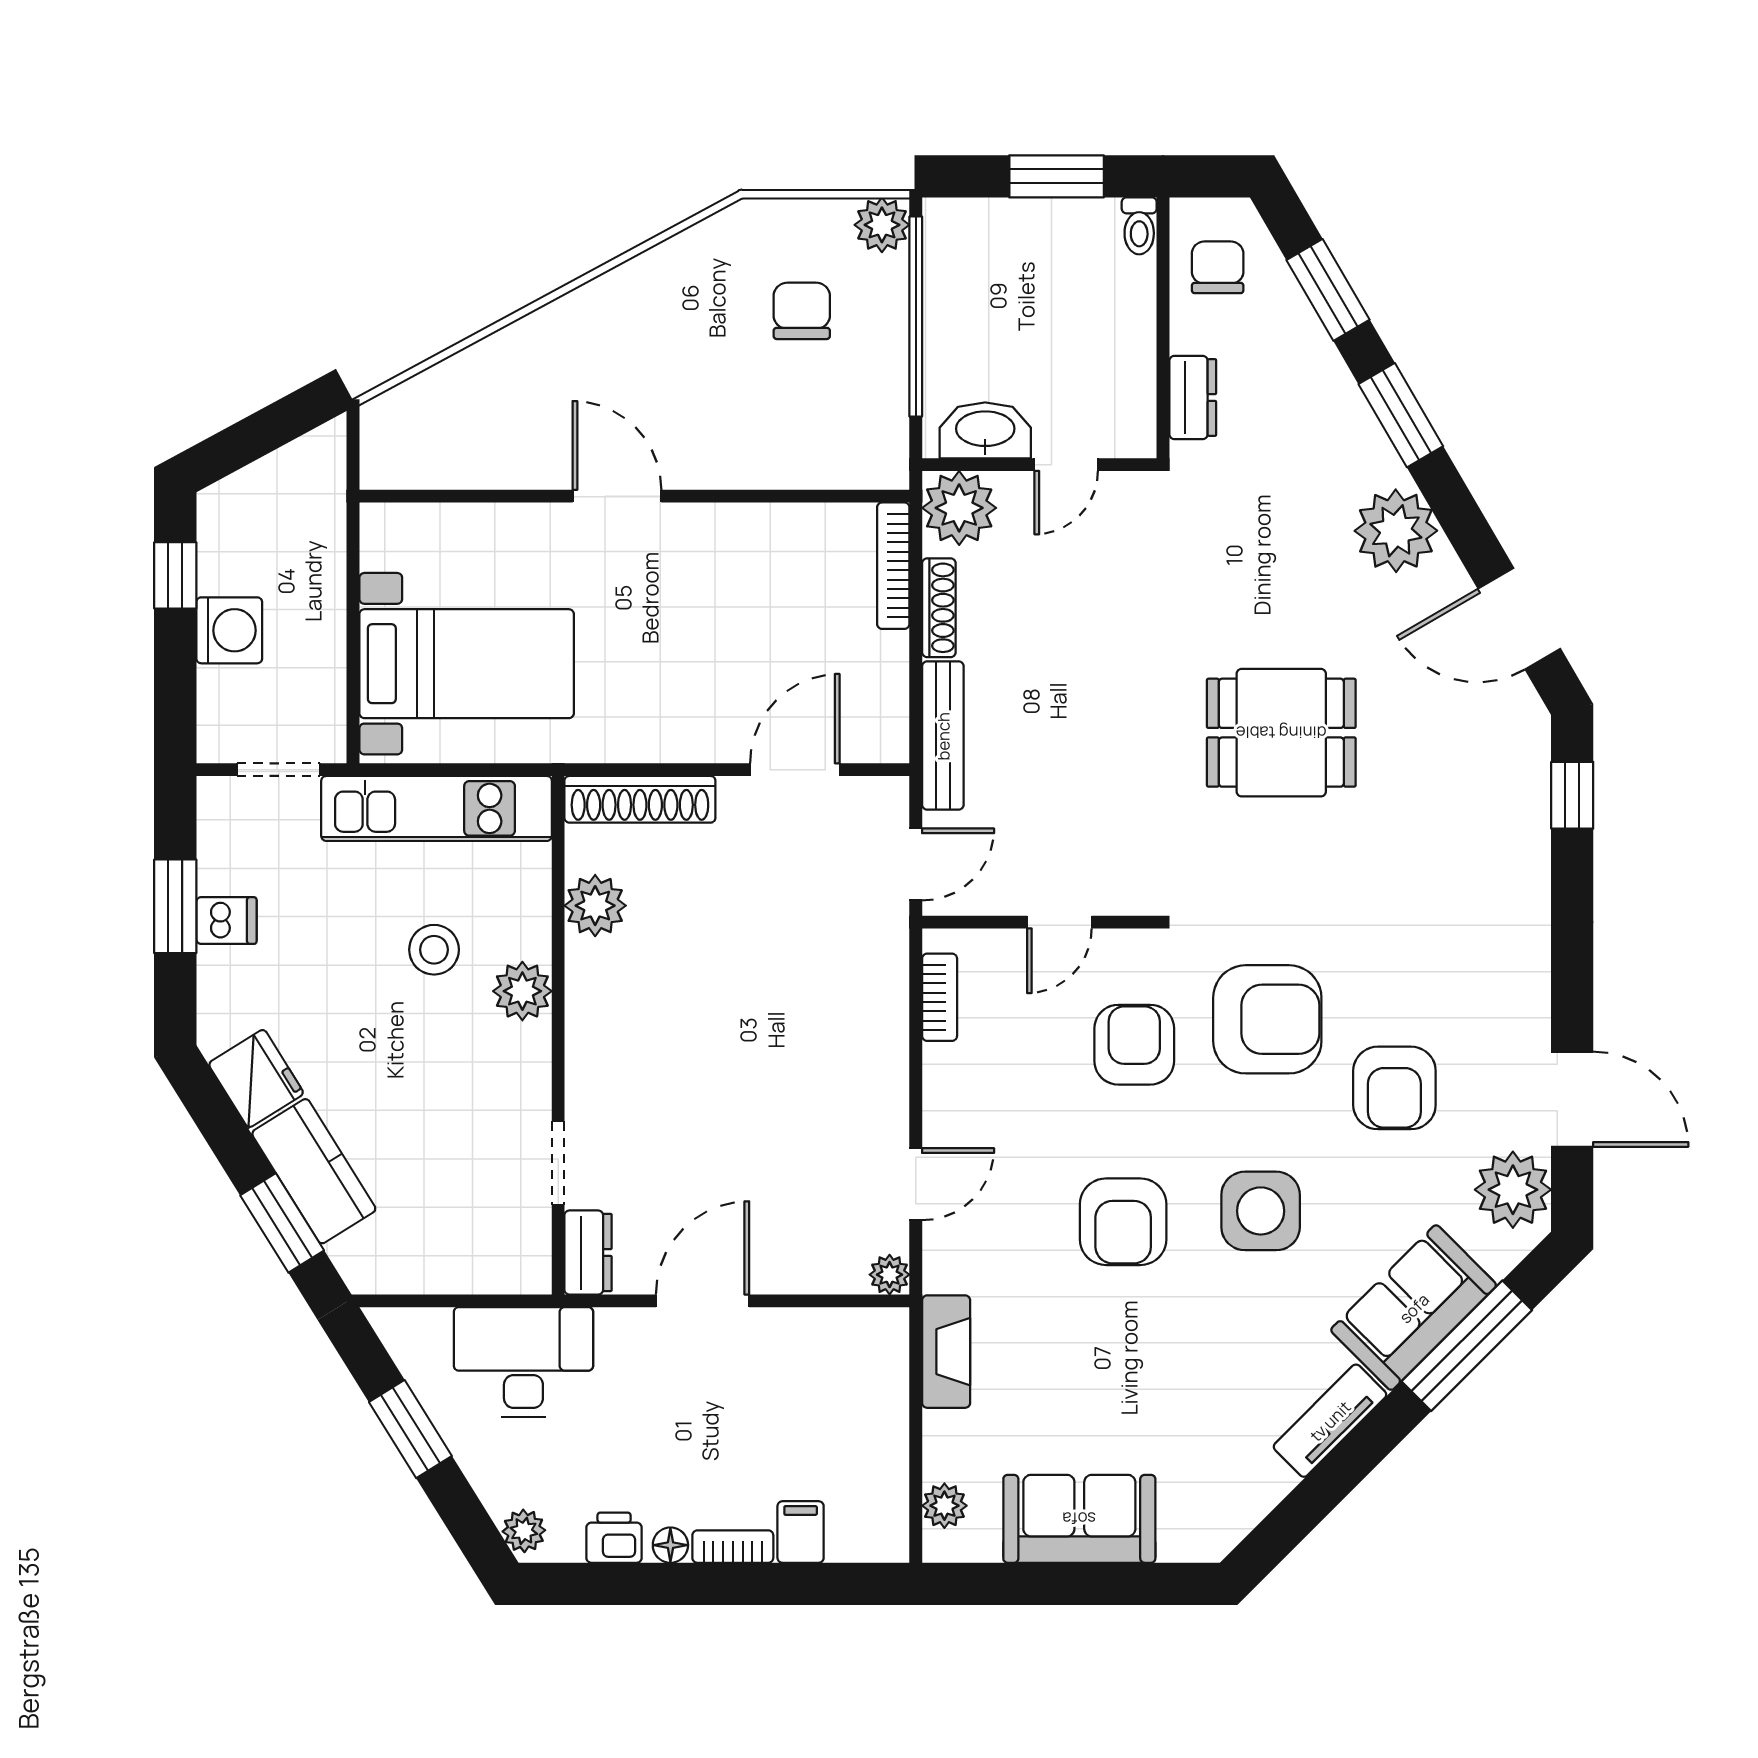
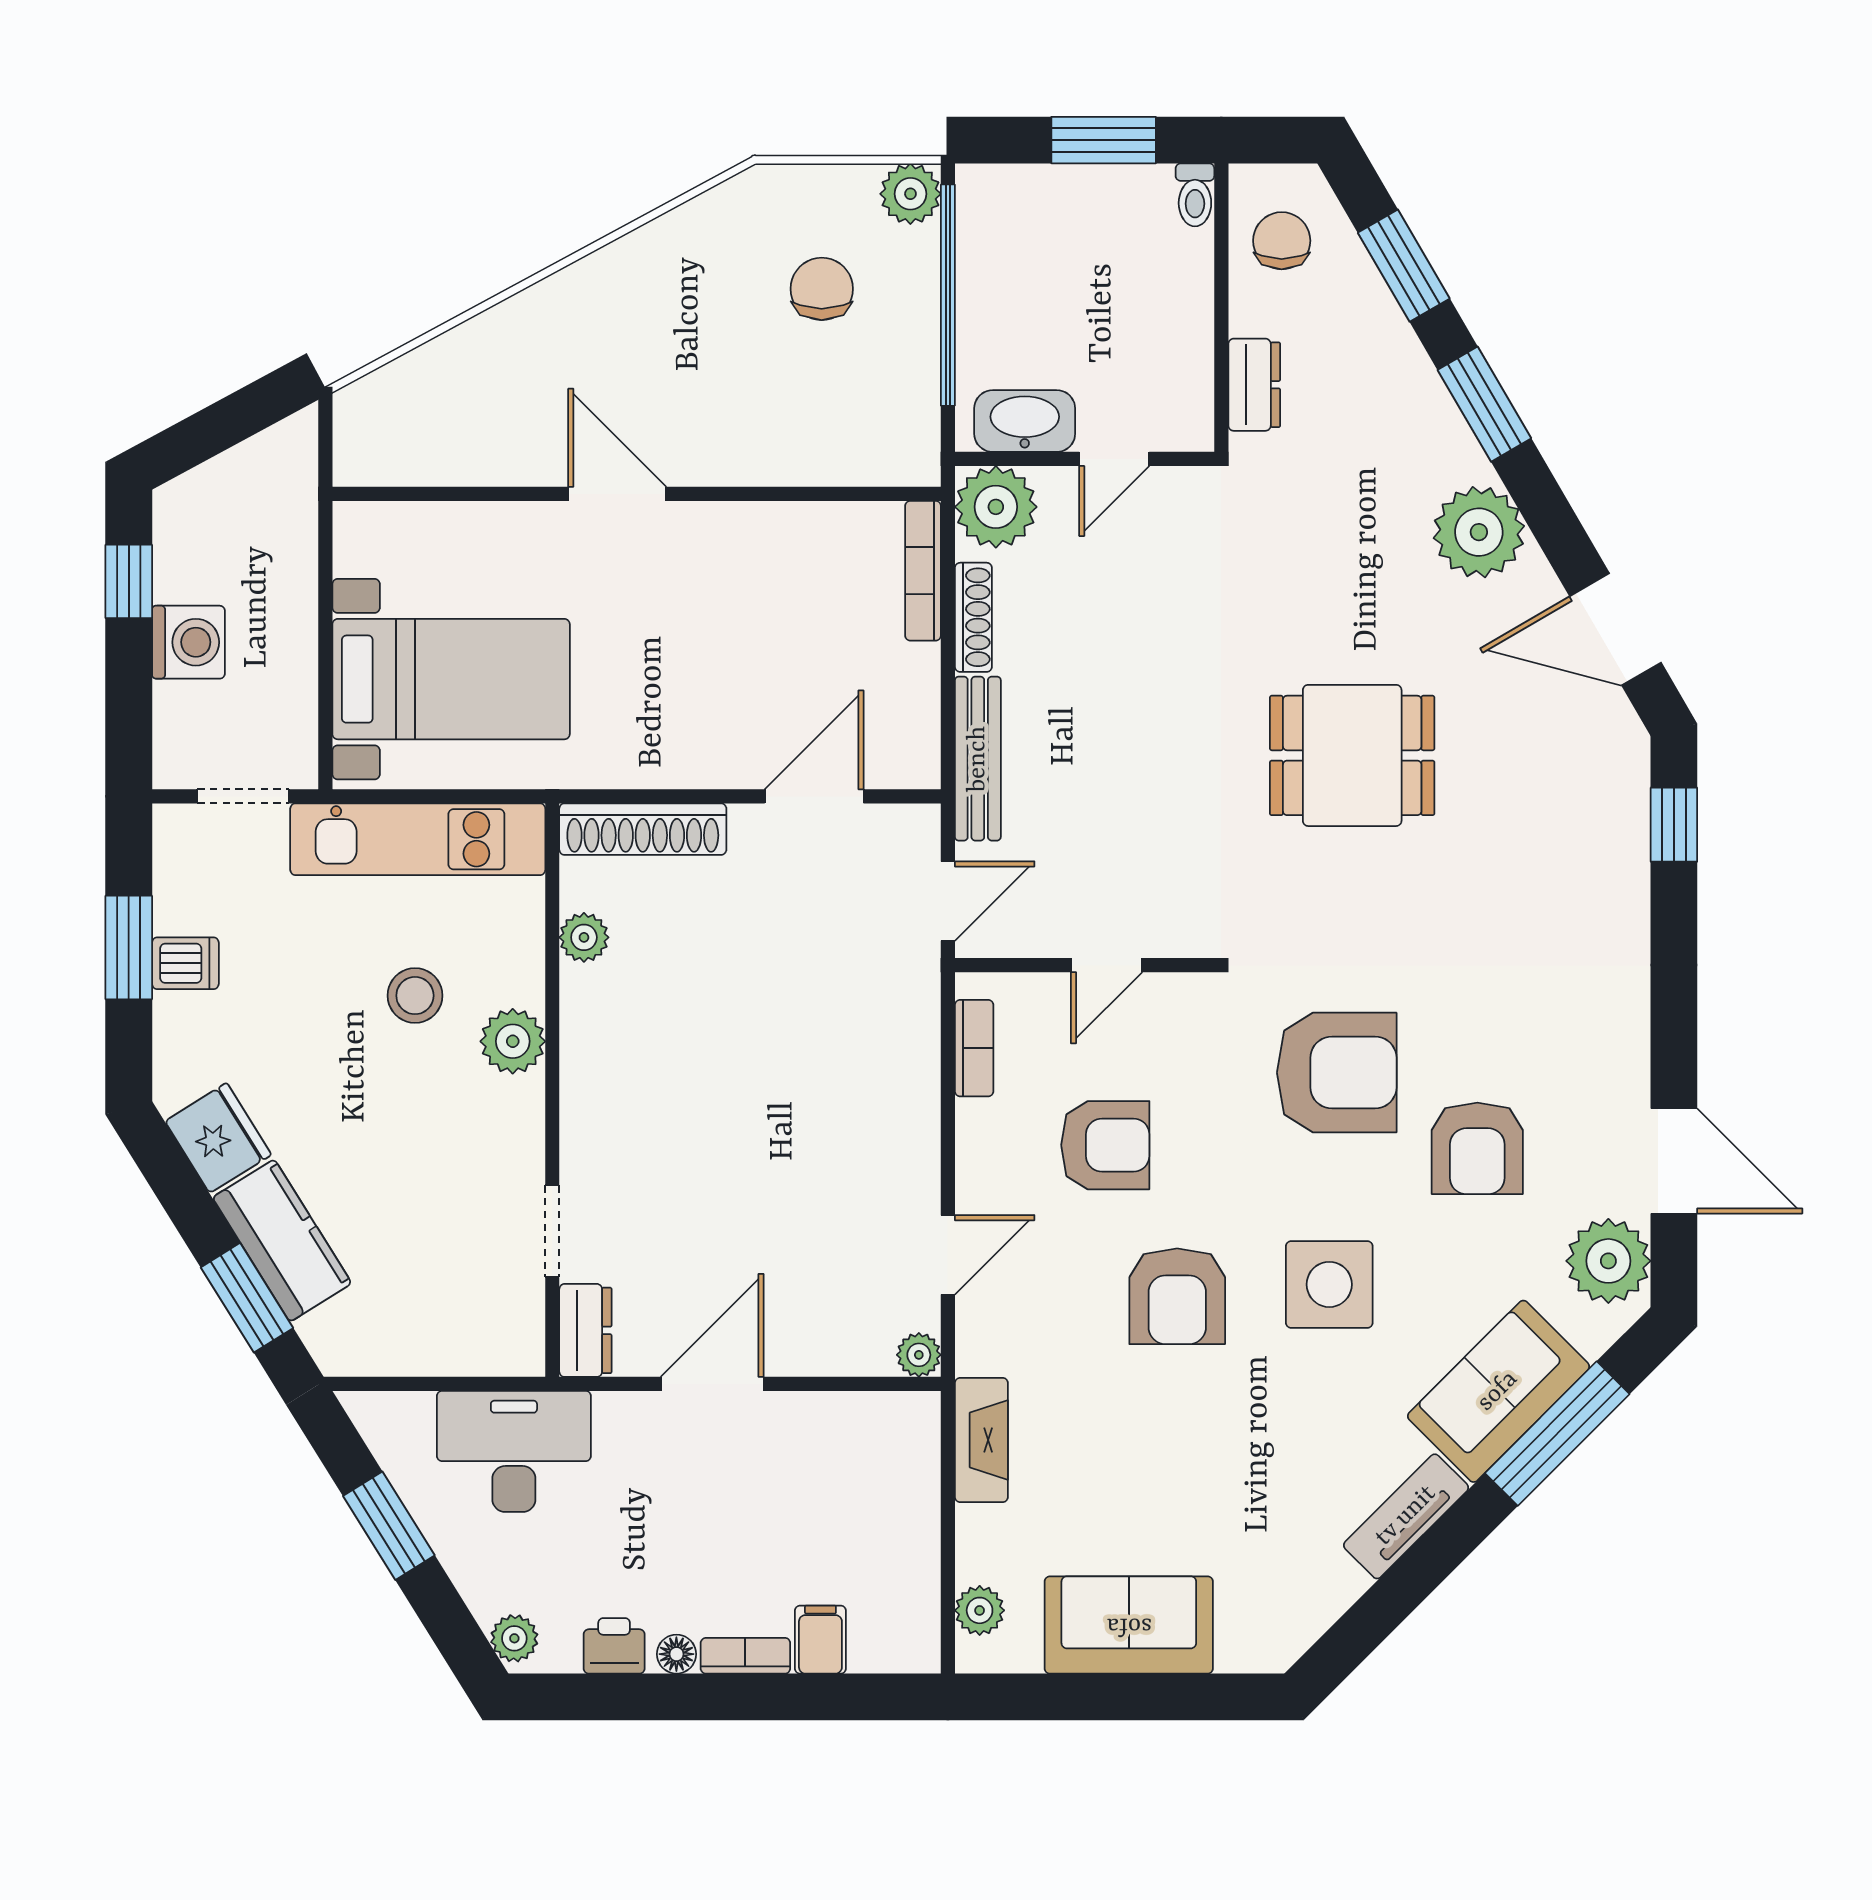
plant: (595, 906) -> (584, 937), width x0.73, depth x0.73
armchair: (1134, 1045) -> (1105, 1145), moved, turned 90

